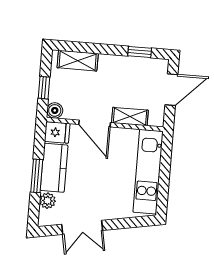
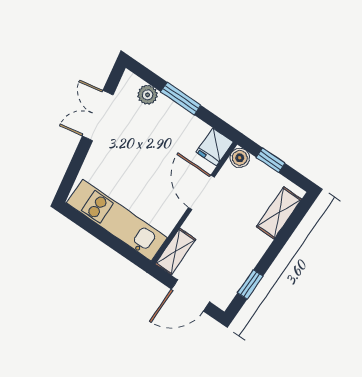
door: (171, 90) -> (191, 295), hinge flipped
shelving: (130, 117) -> (175, 252), moved
door: (95, 124) -> (201, 192), hinge flipped
kitchen counter: (54, 168) -> (179, 122), removed

